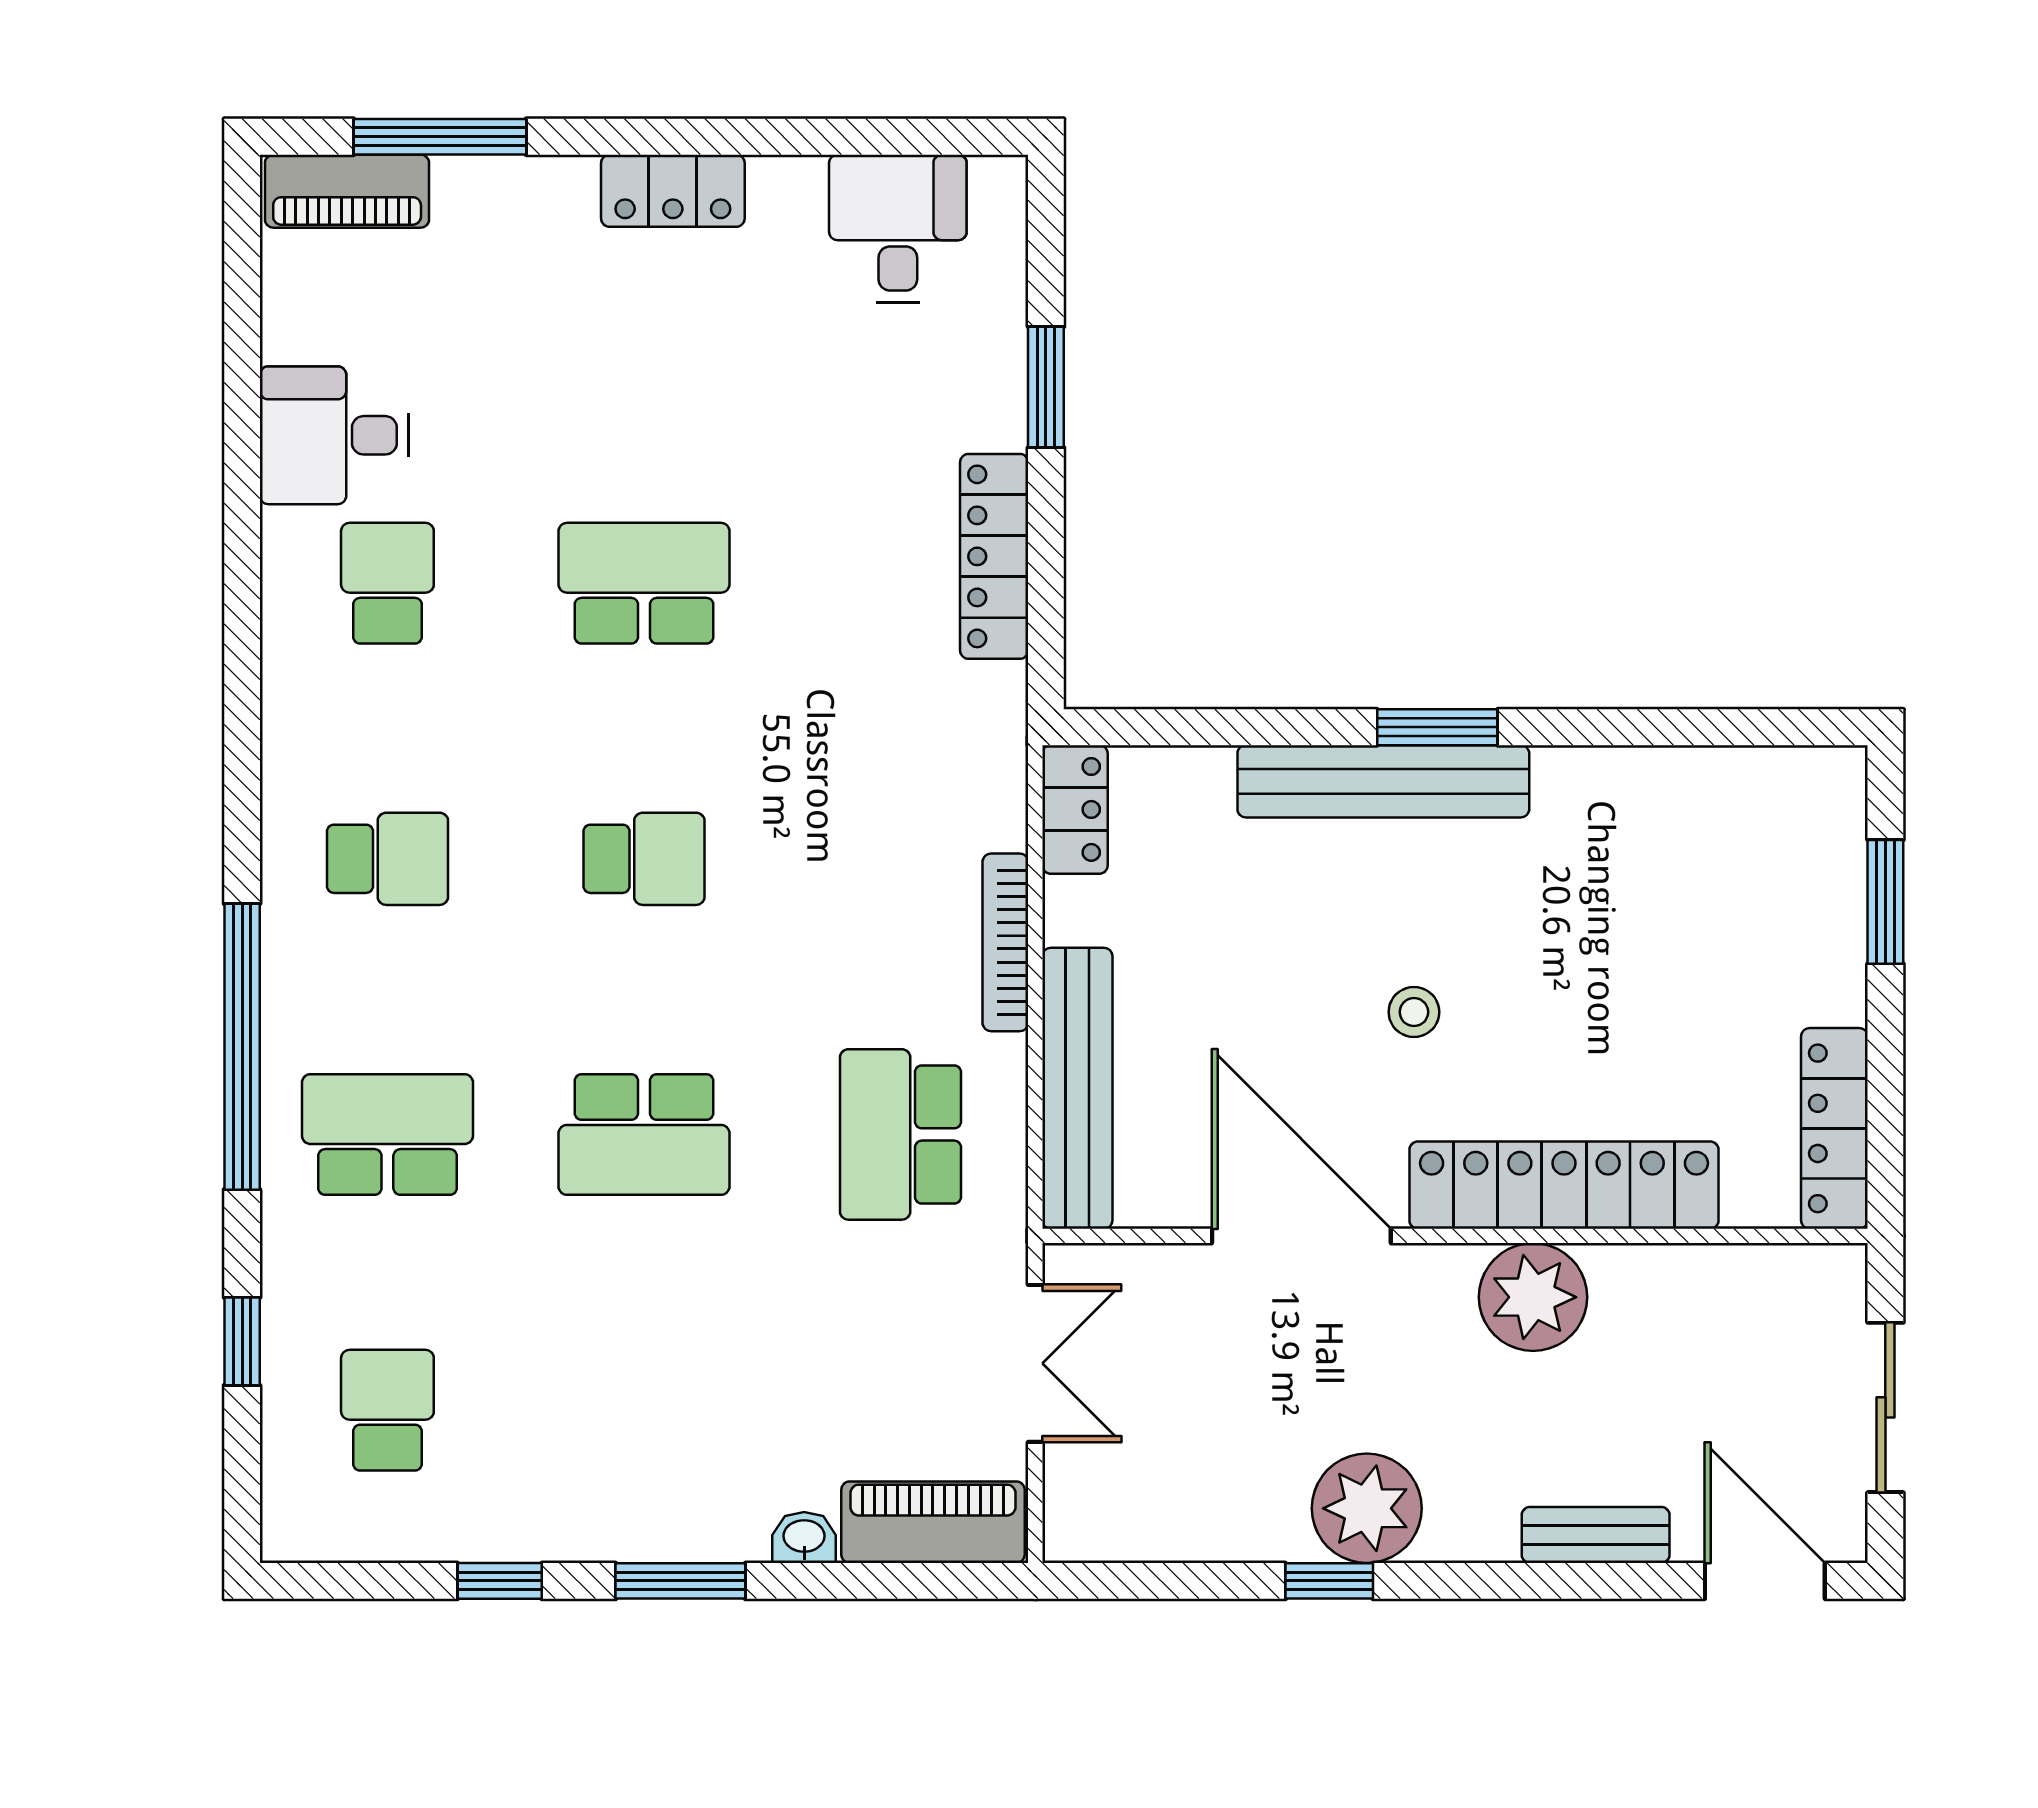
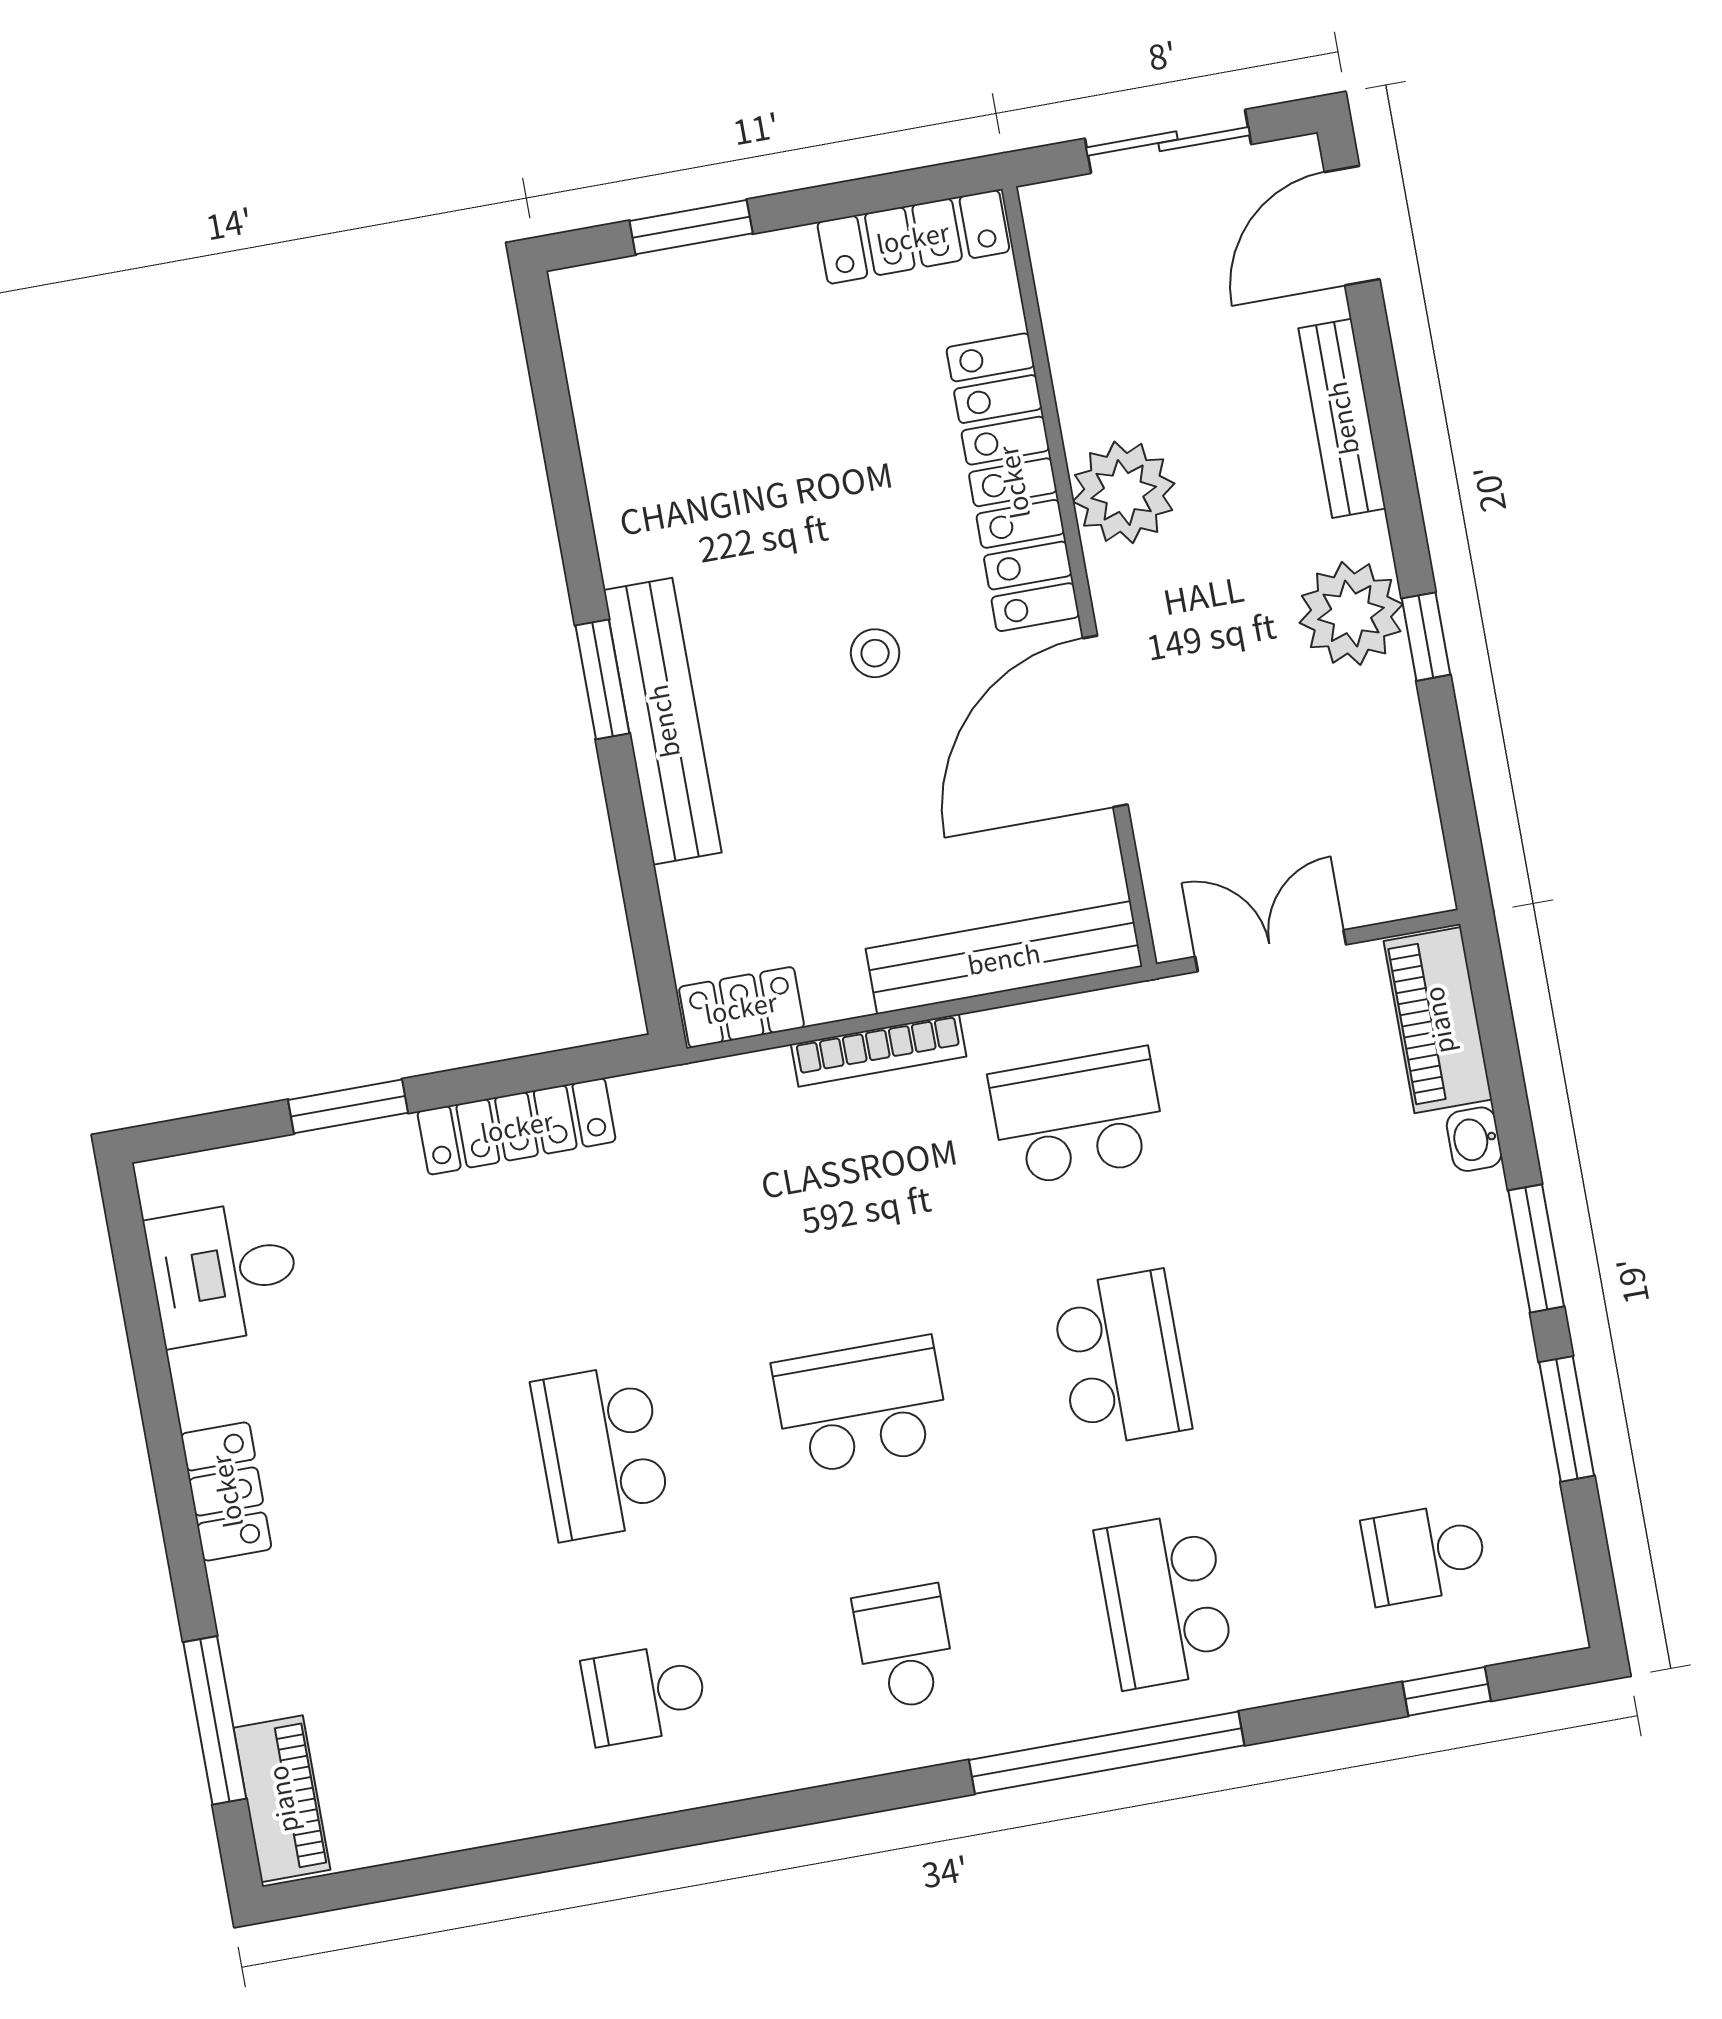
desk: (334, 435) -> (514, 1769), removed
school desk: (644, 859) -> (861, 1405), width x1.85
school desk: (901, 1134) -> (1078, 1117), turned 180
window: (242, 1341) -> (1447, 1691), moved
bench: (1596, 1535) -> (1342, 418), width x1.36
window: (500, 1581) -> (1567, 1419), width x1.50

